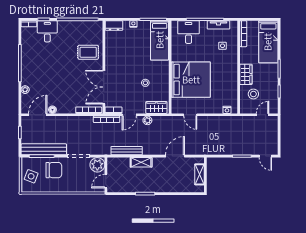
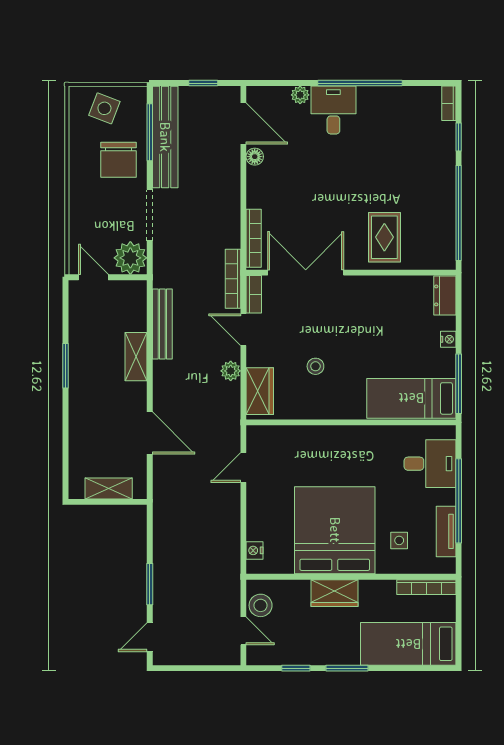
desk: (47, 31) -> (333, 110), moved, turned -90
bed: (191, 80) -> (335, 530), moved, turned 180
stool: (253, 94) -> (261, 605), moved

